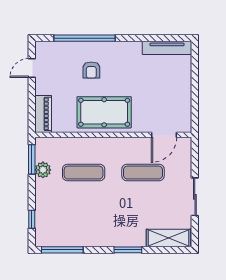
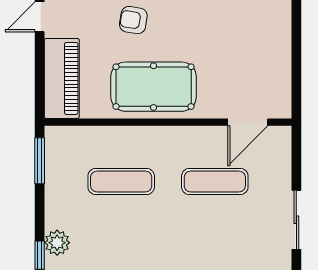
armchair: (91, 70) -> (133, 20), turned 99
piano: (43, 114) -> (62, 78), width x1.37, depth x1.33
plant: (43, 170) -> (57, 243), moved

